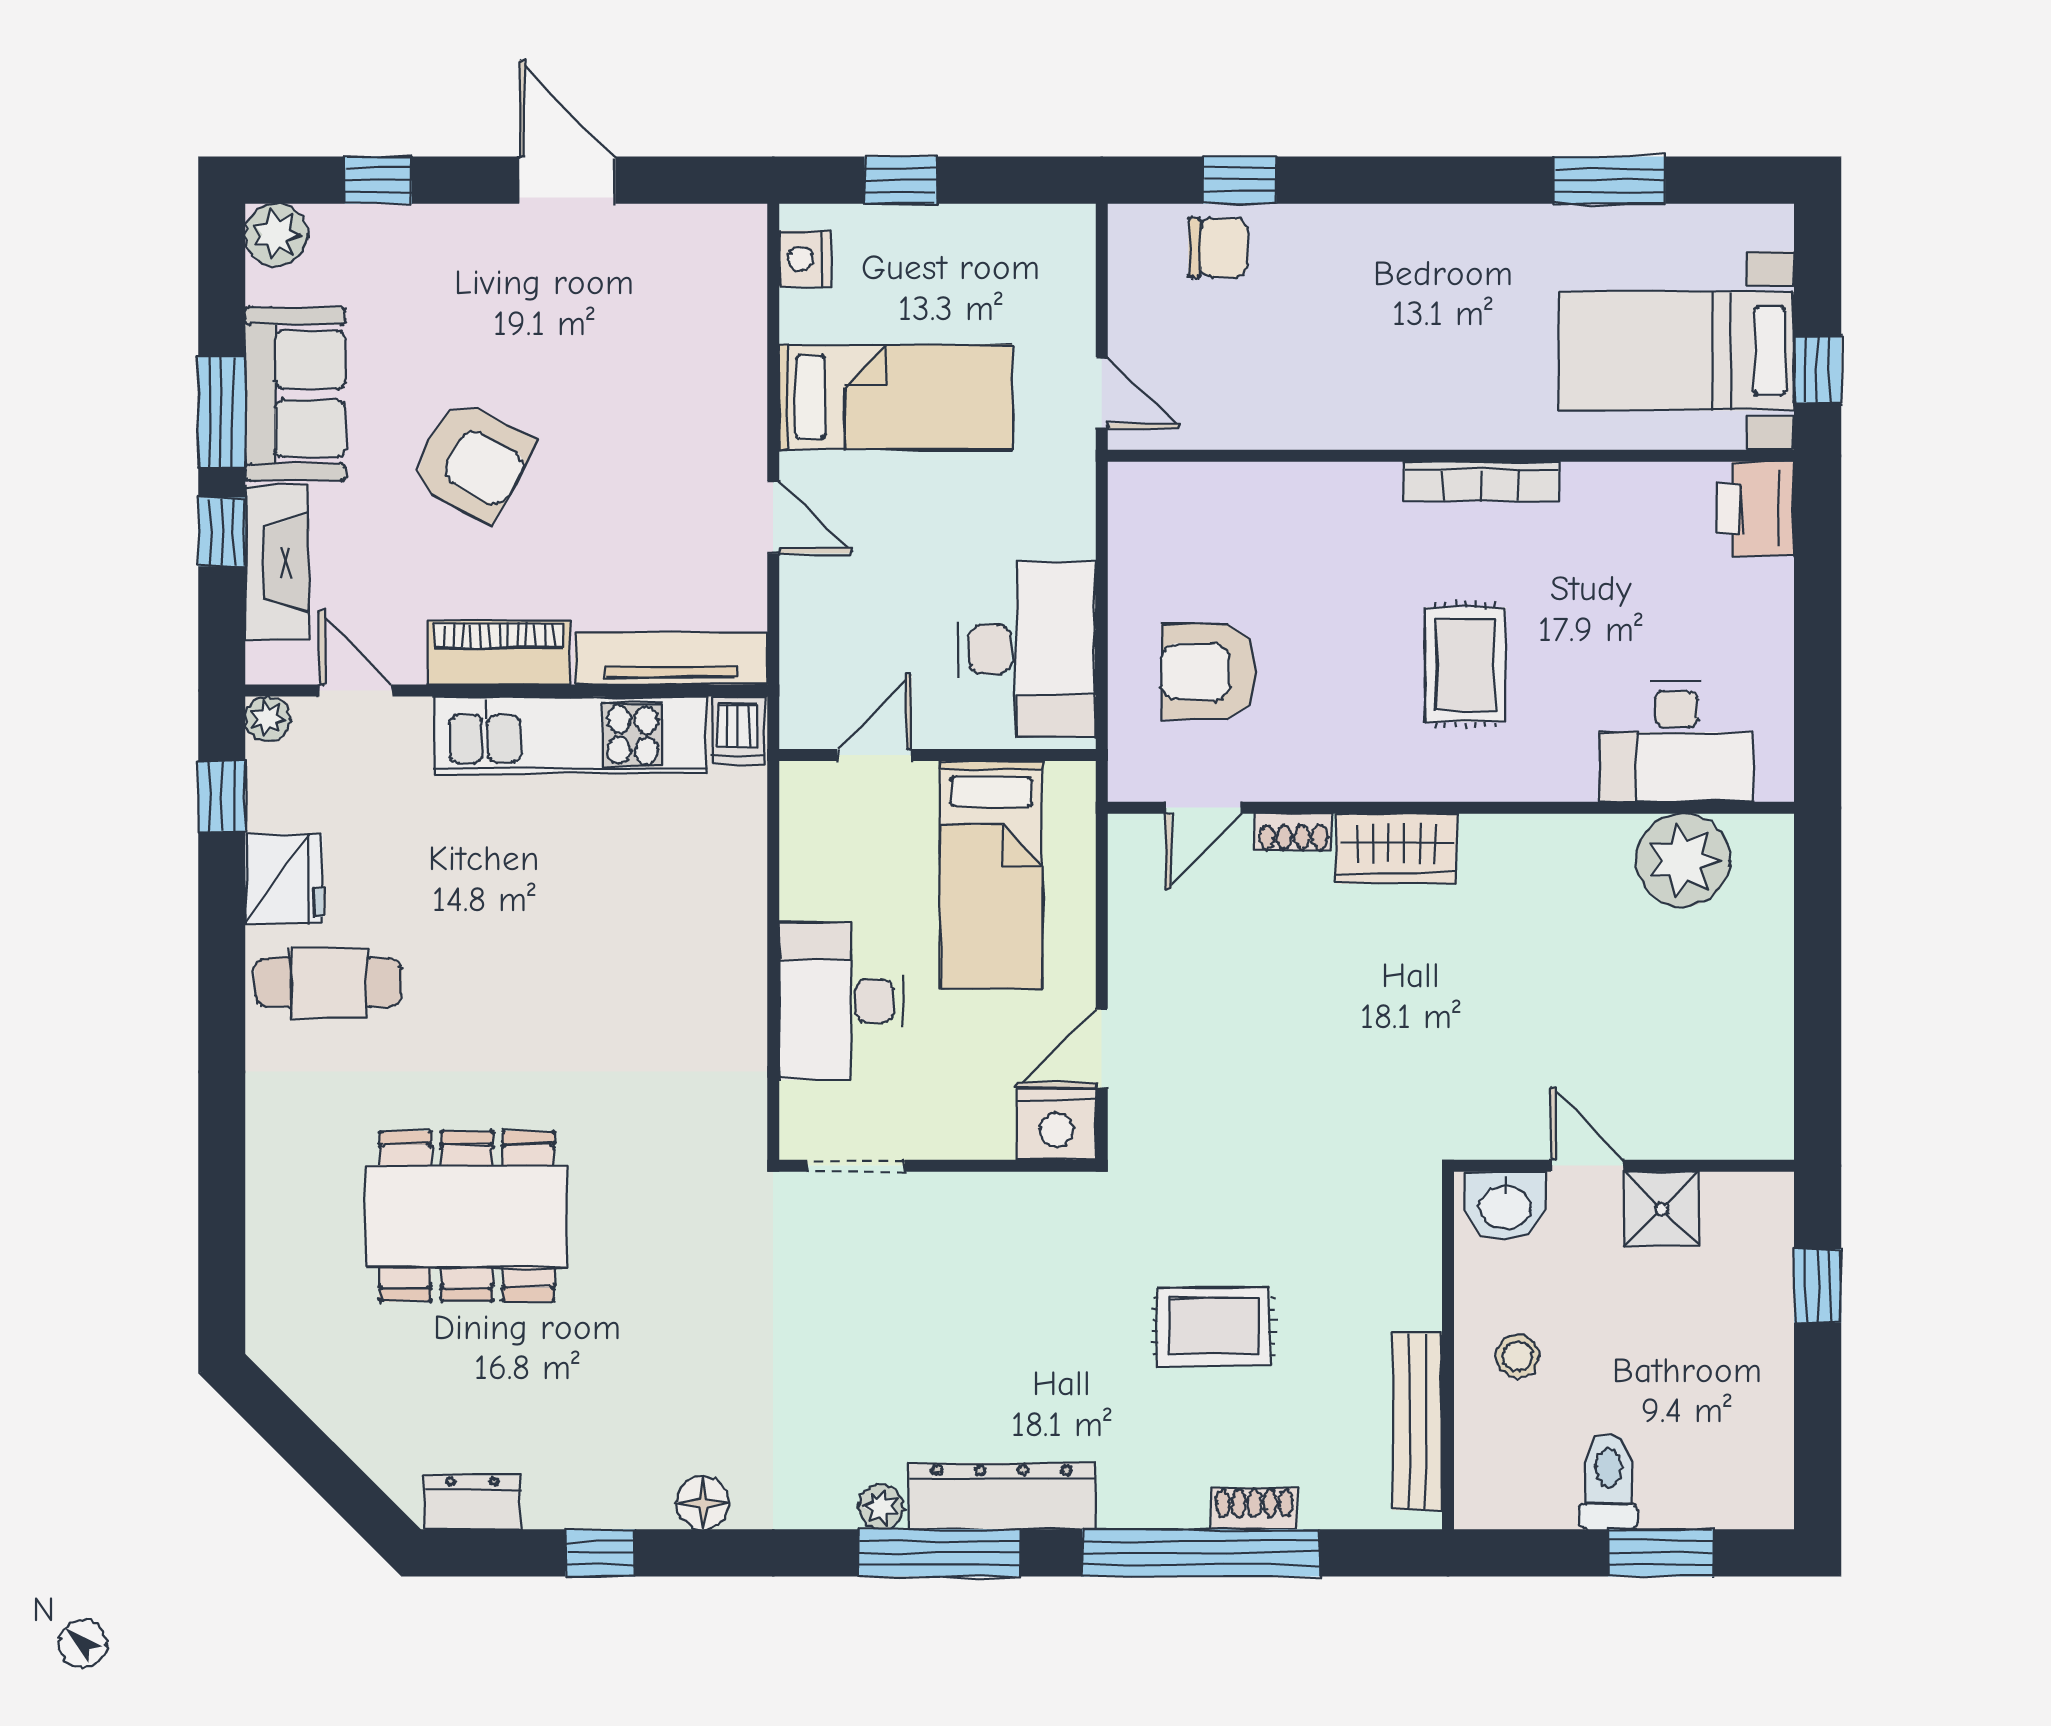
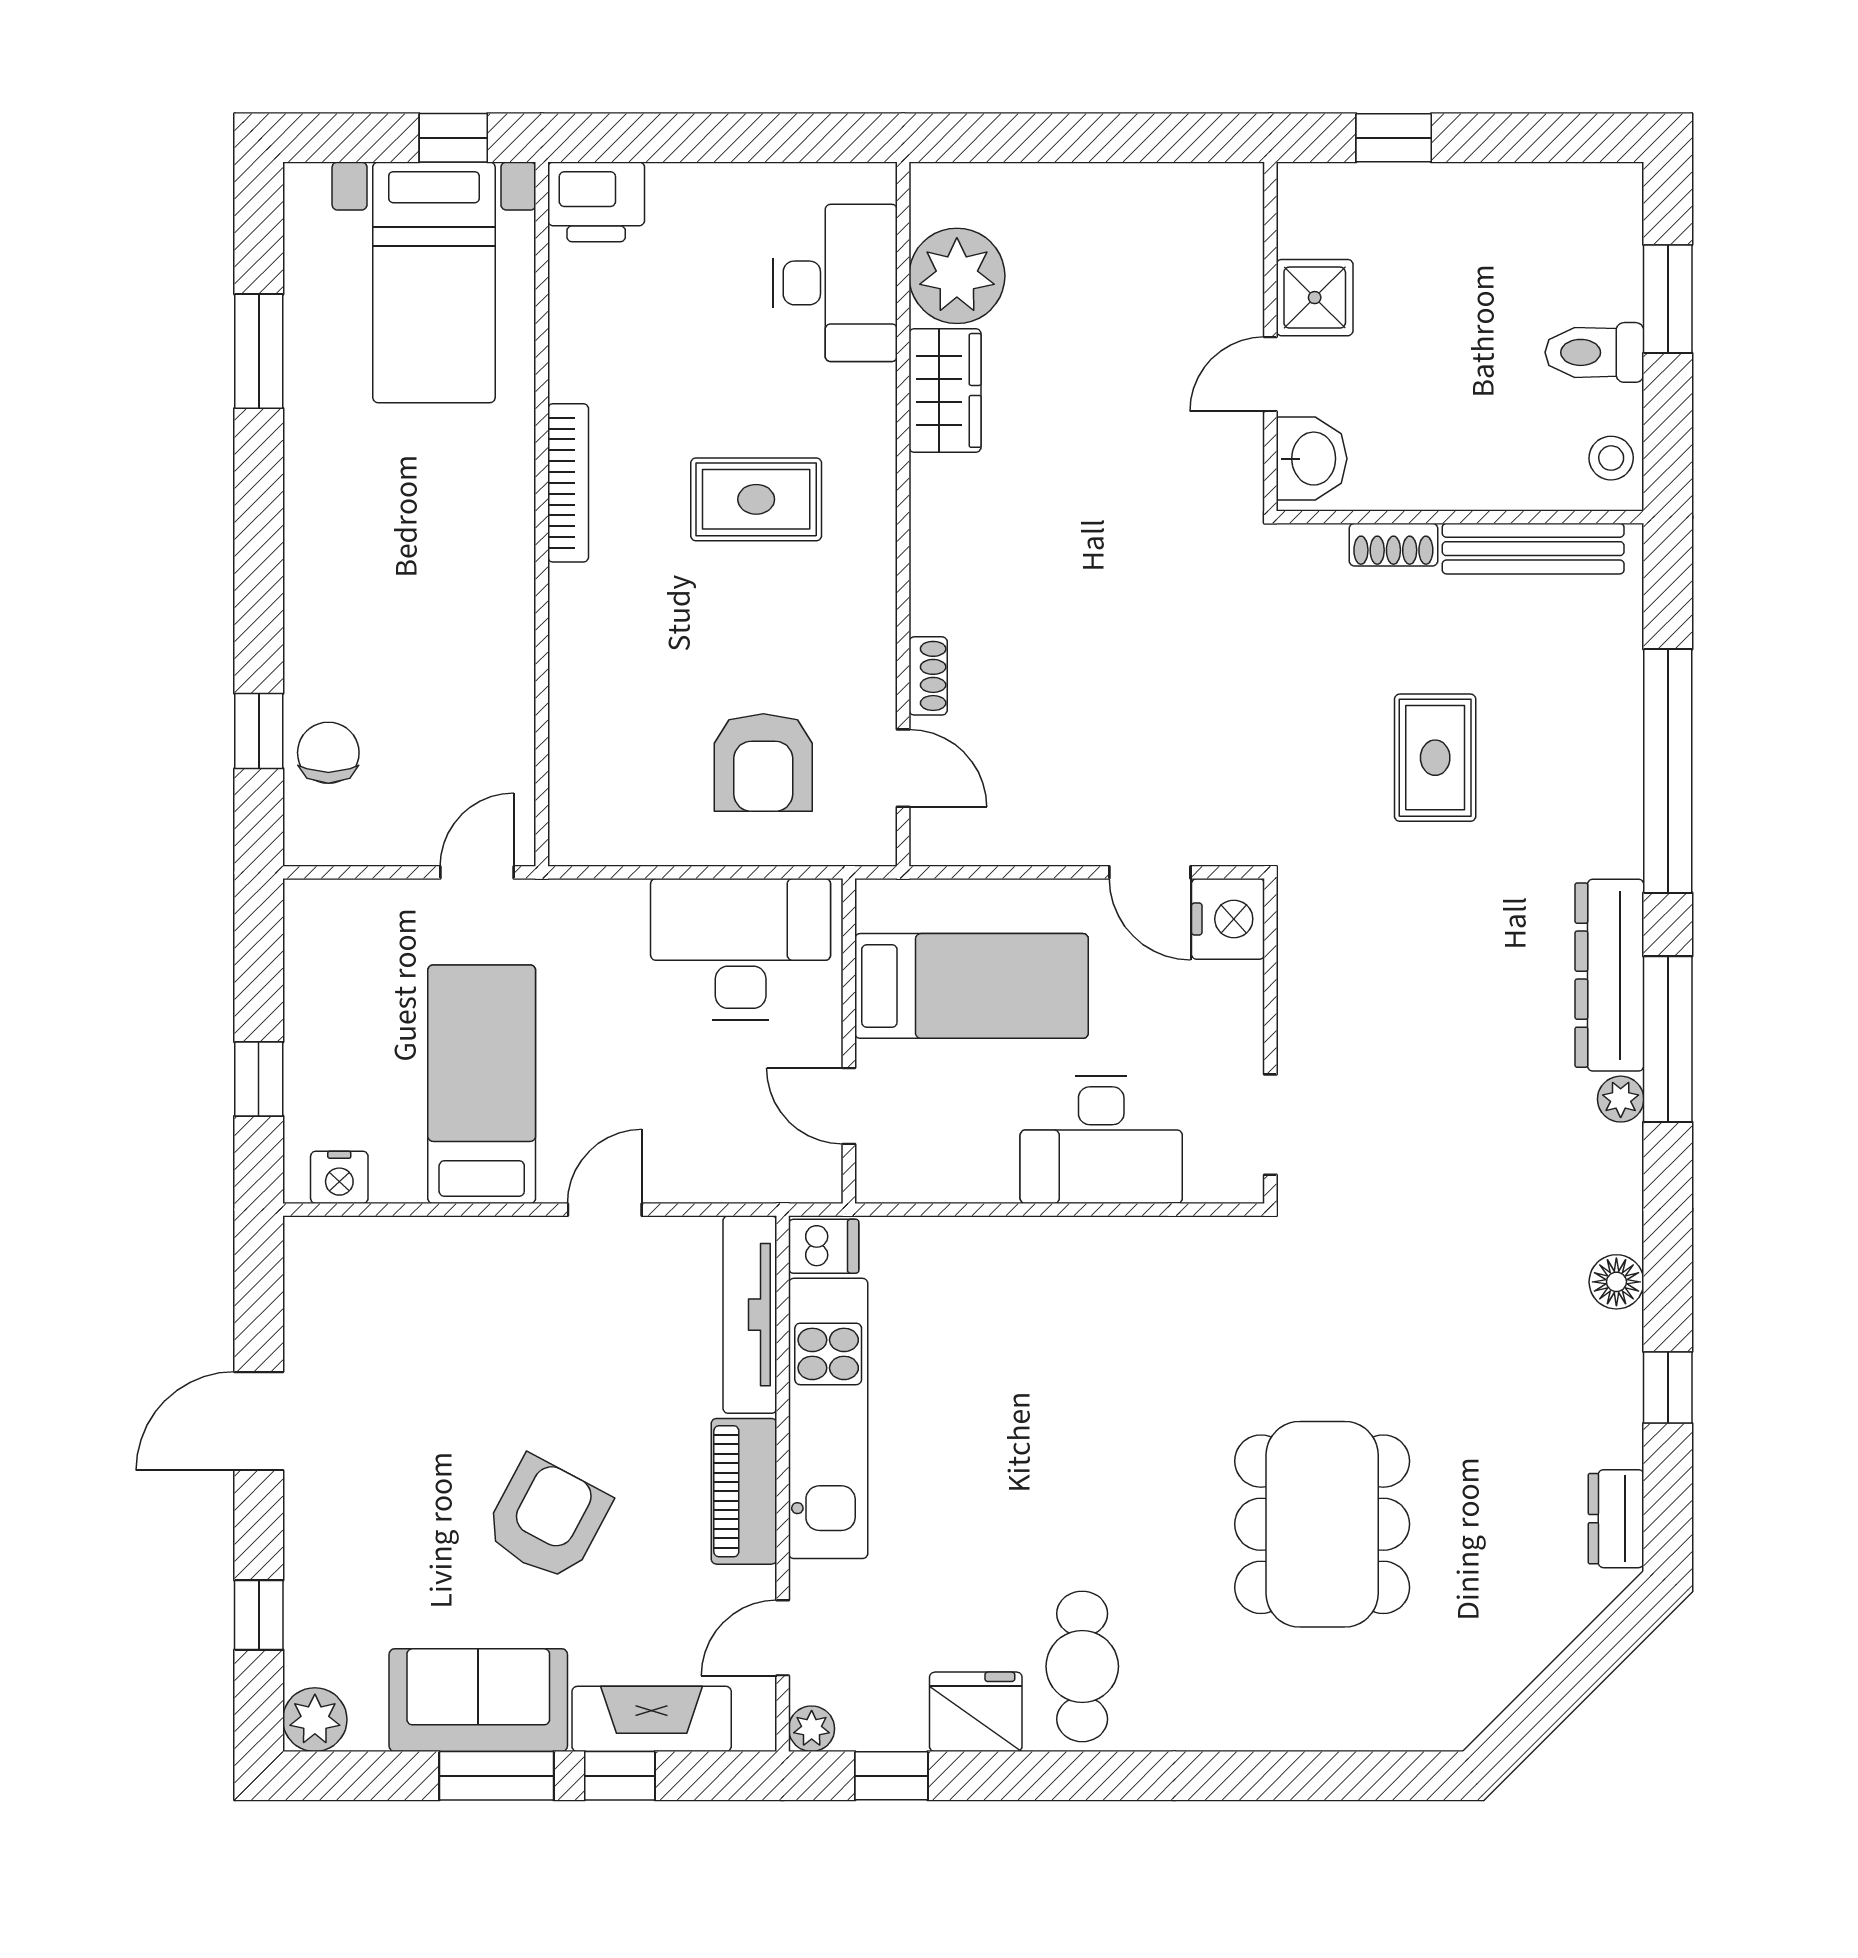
wardrobe: (1397, 849) -> (945, 390), moved
stool: (1518, 1356) -> (1611, 458), moved
shoe rack: (1254, 1509) -> (1393, 545), moved, turned -90

